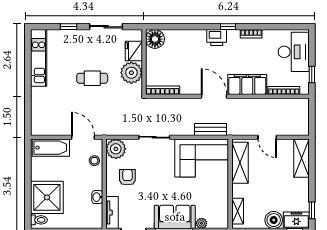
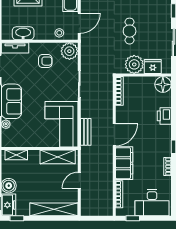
printer: (217, 37) -> (164, 116), moved
shelving: (302, 158) -> (54, 209), width x1.47
washbasin: (97, 197) -> (23, 33), width x1.91, depth x1.45

